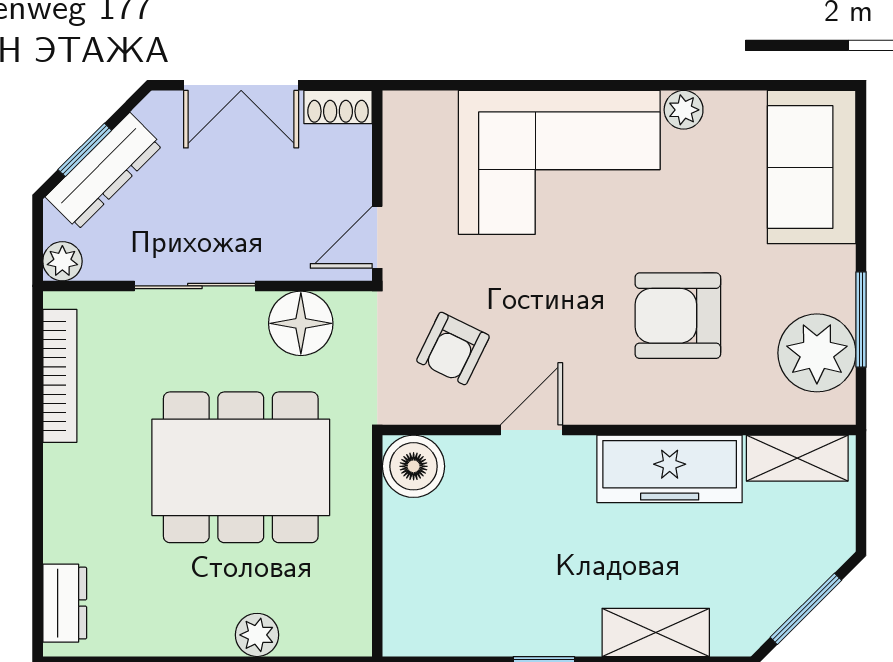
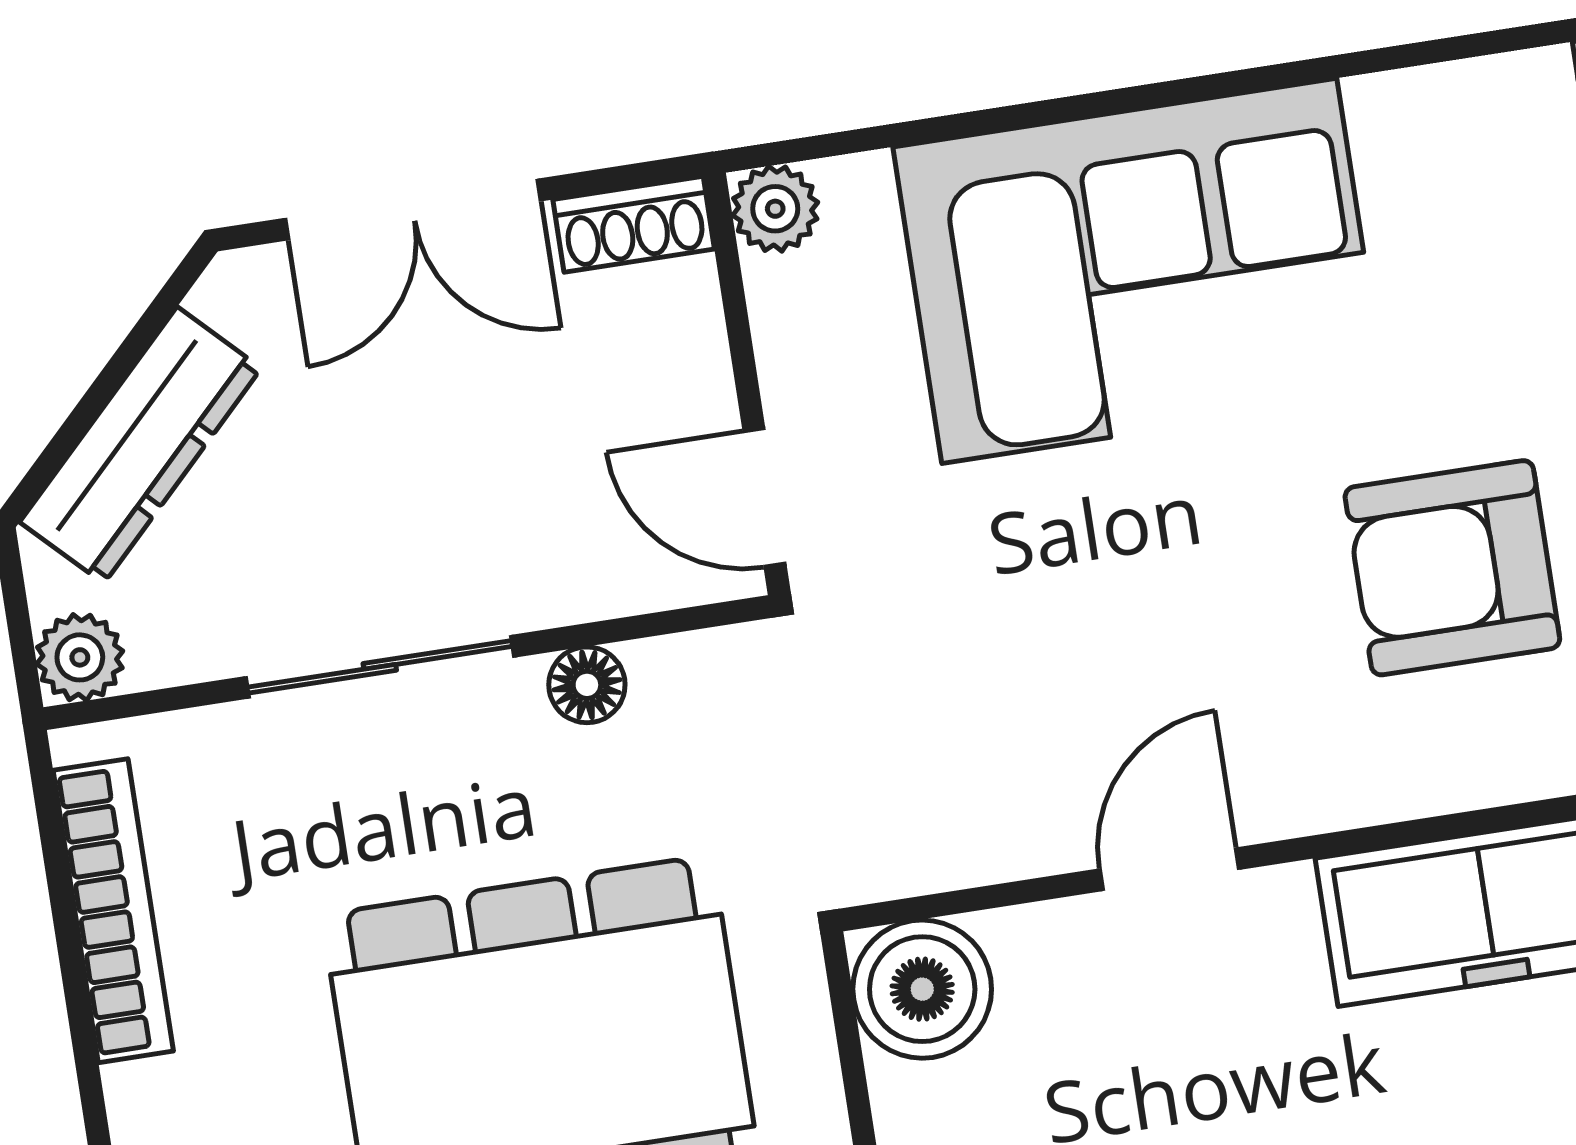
plant: (684, 110) -> (775, 209), moved
window: (85, 150) -> (91, 405), removed
door: (377, 237) -> (764, 498), hinge flipped
floor lamp: (301, 323) -> (587, 685), width x0.53, depth x0.53
armchair: (453, 348) -> (969, 716), removed

